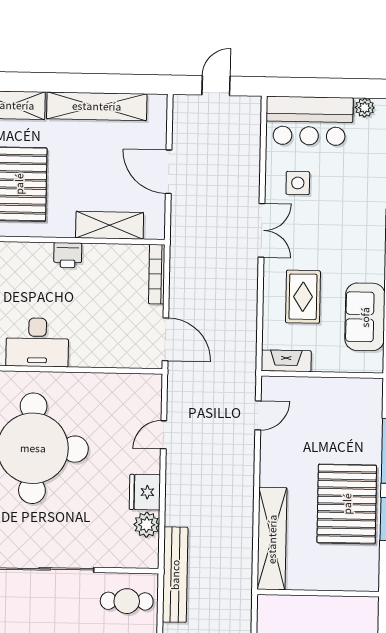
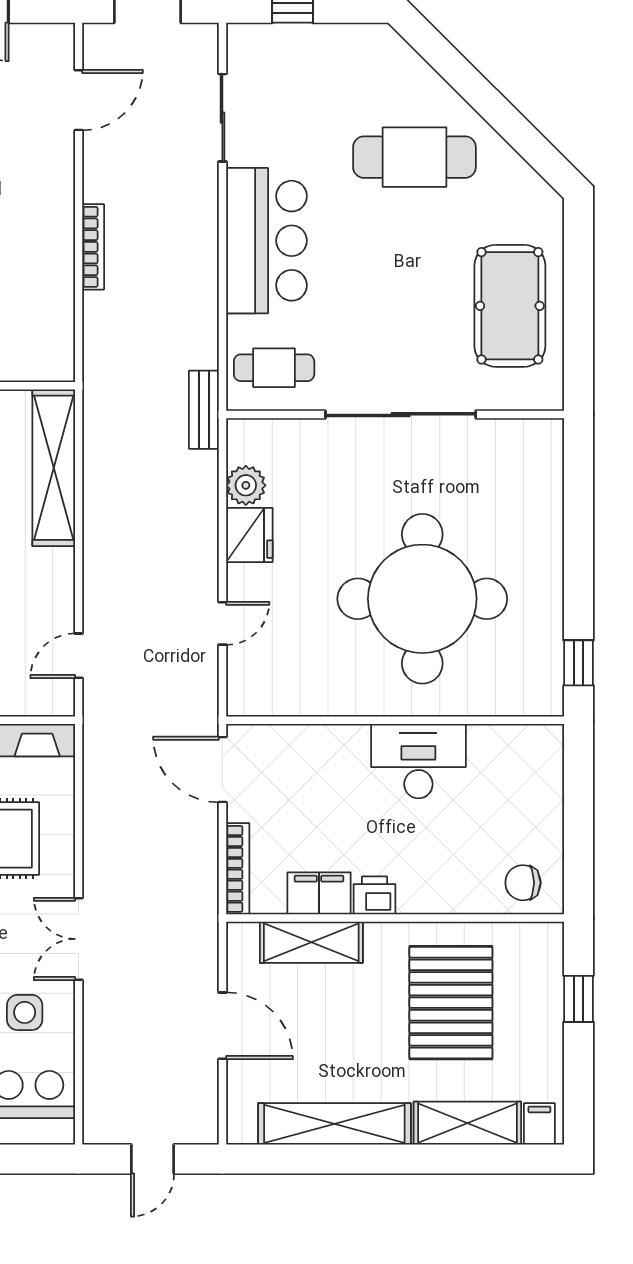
filing cabinet: (104, 257) -> (319, 893), added
bench: (175, 575) -> (204, 410), width x0.54, depth x0.82

